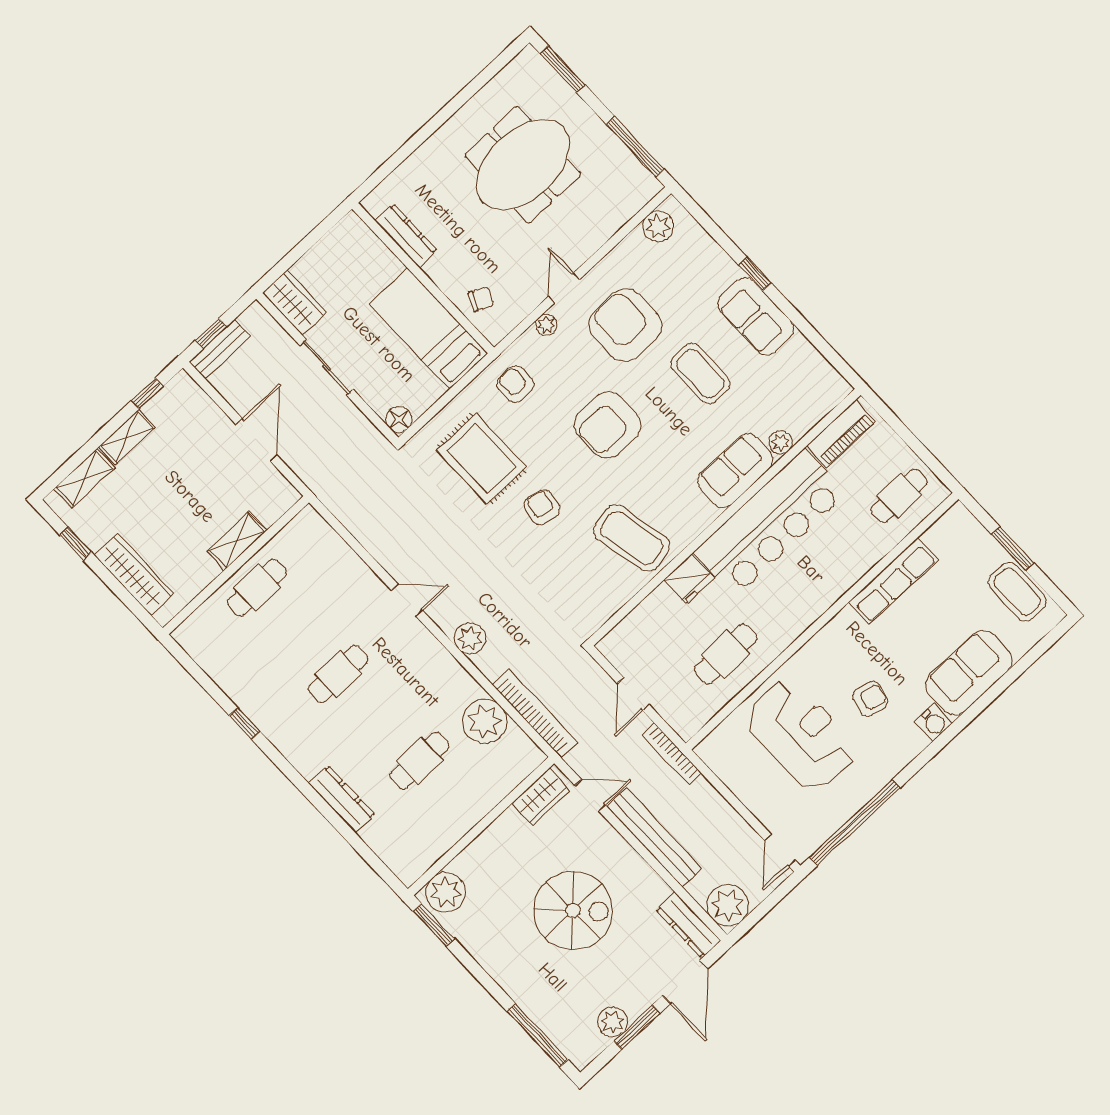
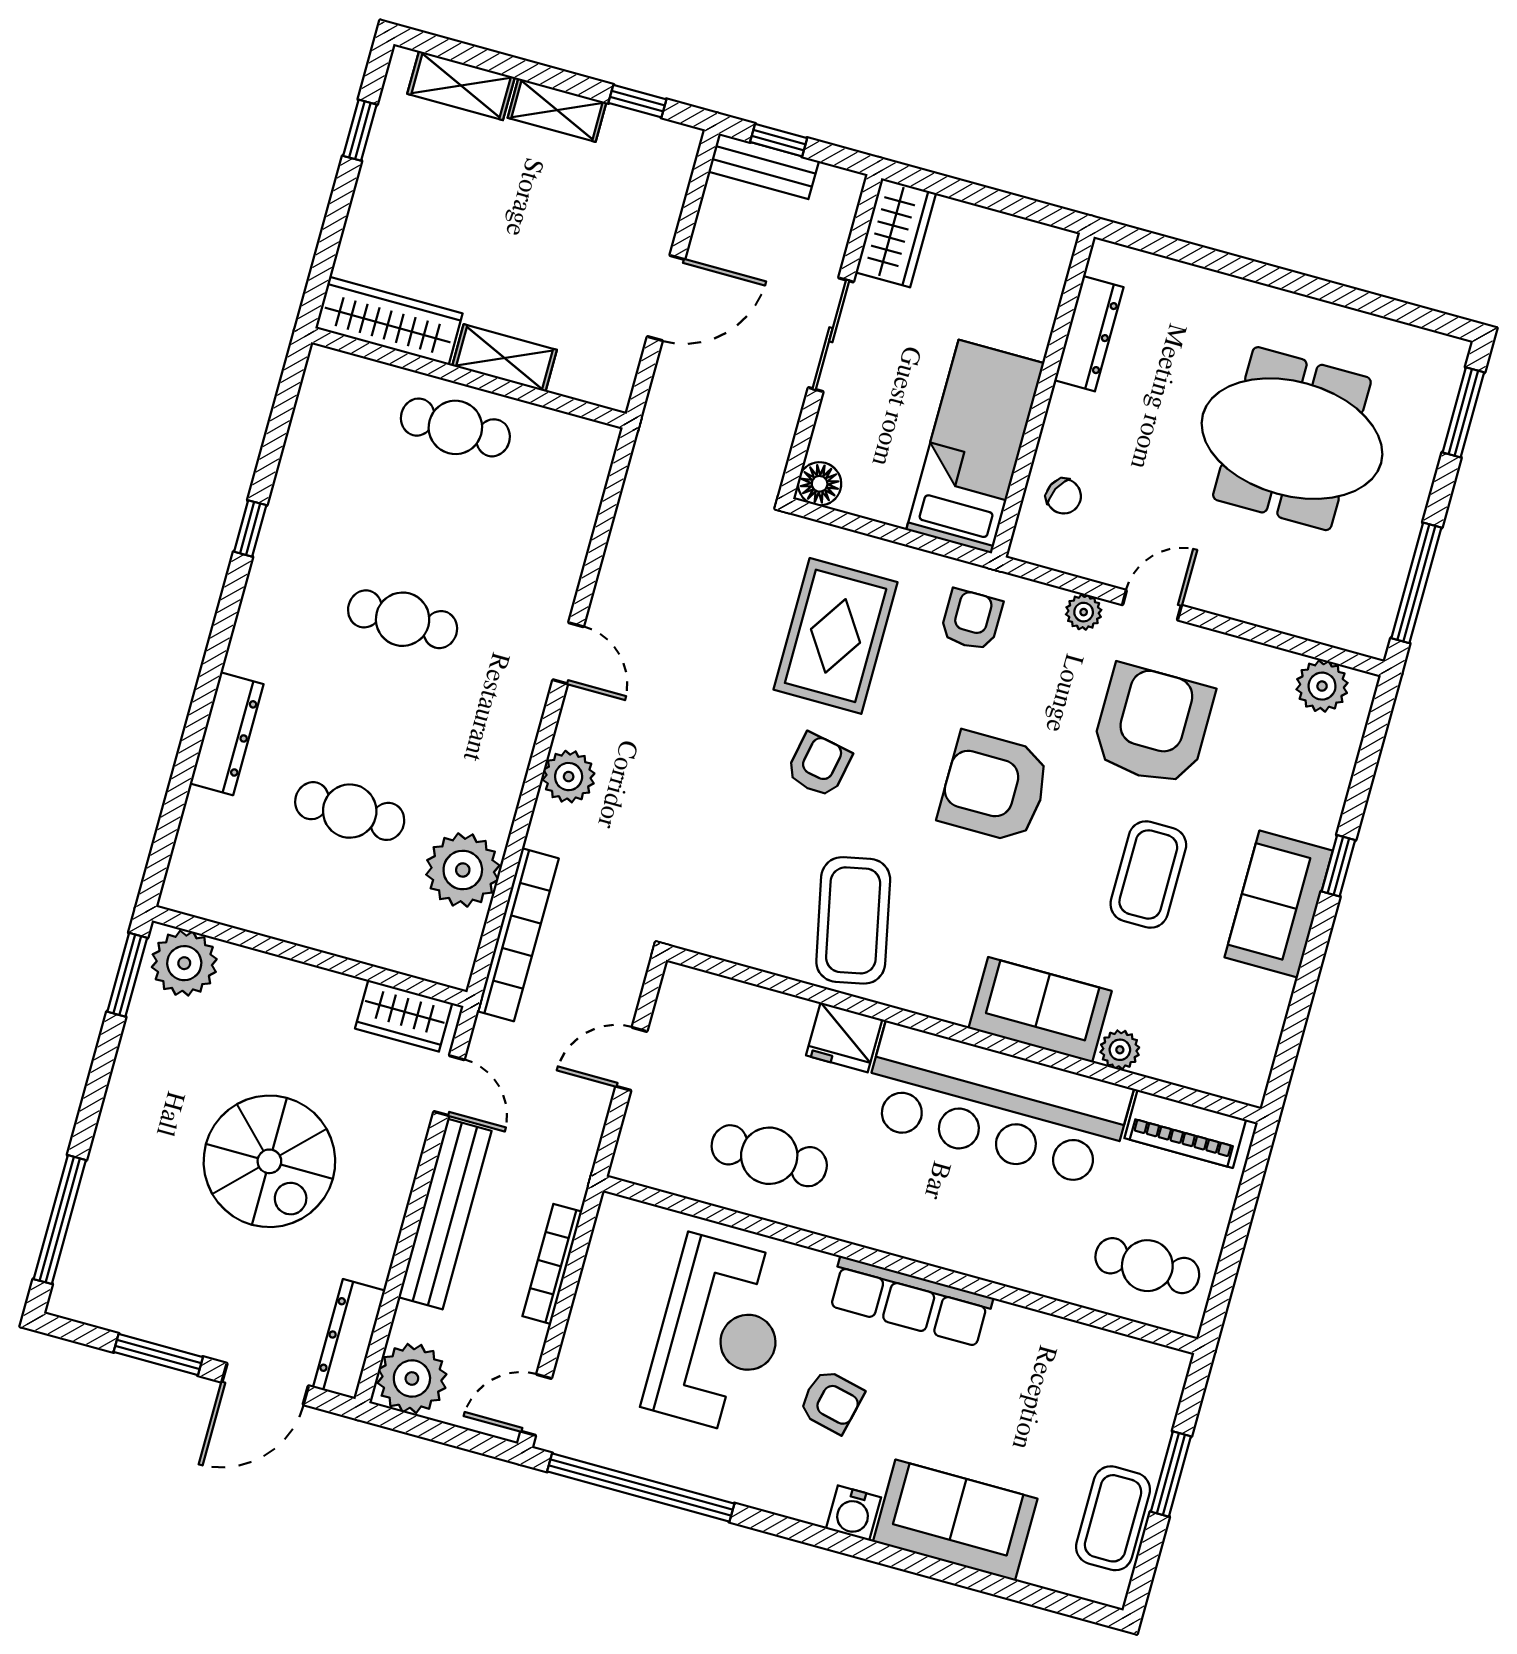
wardrobe: (134, 575) -> (389, 321), moved, turned -90
row of seats: (893, 581) -> (910, 1302), moved
bookcase: (672, 754) -> (552, 1264), moved
plant: (613, 1022) -> (144, 1315), removed

